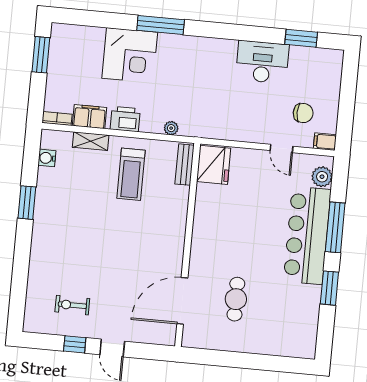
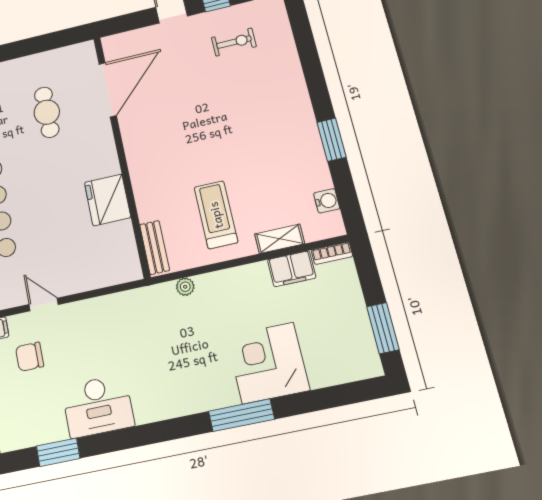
printer: (125, 119) -> (246, 280), removed
fridge: (214, 165) -> (107, 200), moved

